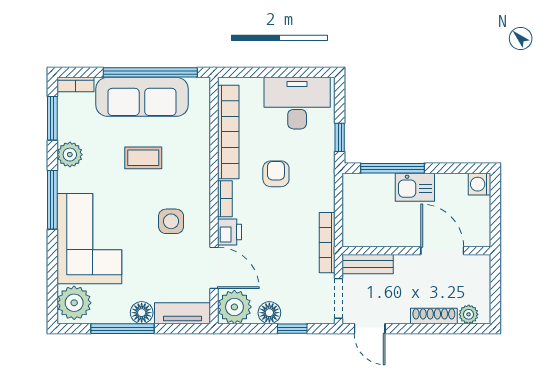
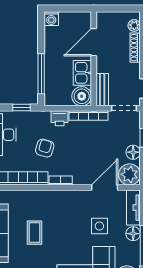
armchair: (276, 174) -> (45, 148), turned 106
kitchen sink: (415, 187) -> (82, 73), moved, turned 180
side table: (171, 221) -> (99, 226), moved
printer: (230, 232) -> (60, 118), moved, turned 180
boiler: (357, 232) -> (82, 96), added

